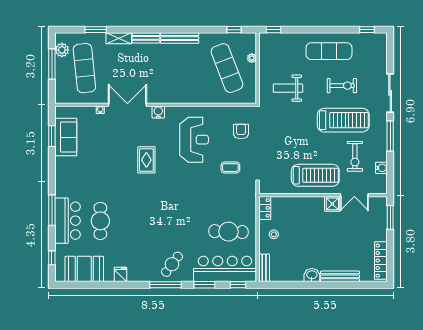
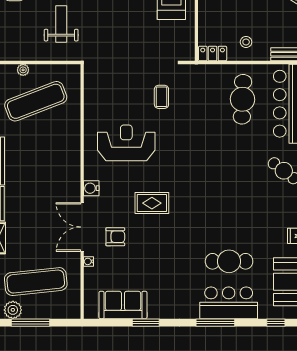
weight bench: (288, 88) -> (61, 24), turned 180
armchair: (241, 131) -> (115, 237), moved, turned 180
window: (52, 136) -> (146, 323), moved

